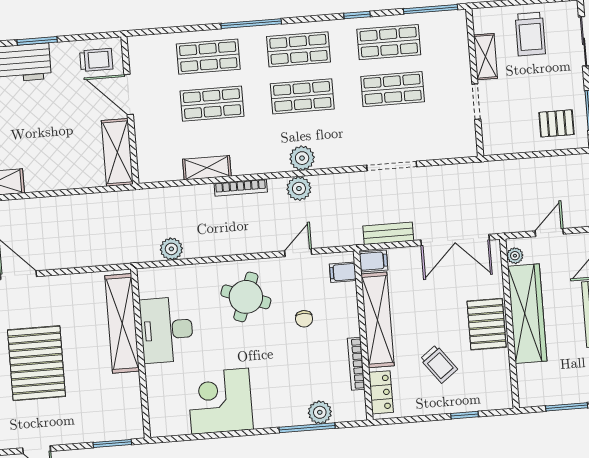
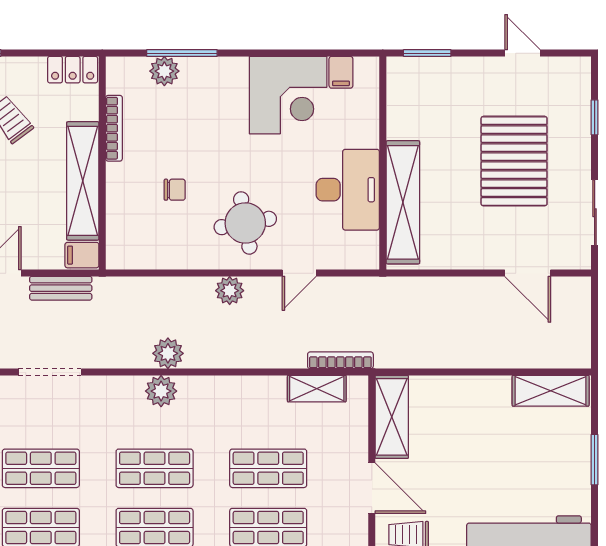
shelving: (207, 168) -> (317, 389), moved
bookcase: (241, 188) -> (340, 360), moved
plant: (171, 249) -> (230, 291), moved
door: (298, 253) -> (299, 273), moved
filing cabinet: (343, 272) -> (341, 72), moved, turned 90
round table: (246, 297) -> (245, 223), turned -31
chair: (304, 319) -> (175, 190), turned 90
locker: (381, 392) -> (73, 70), moved, turned -90

